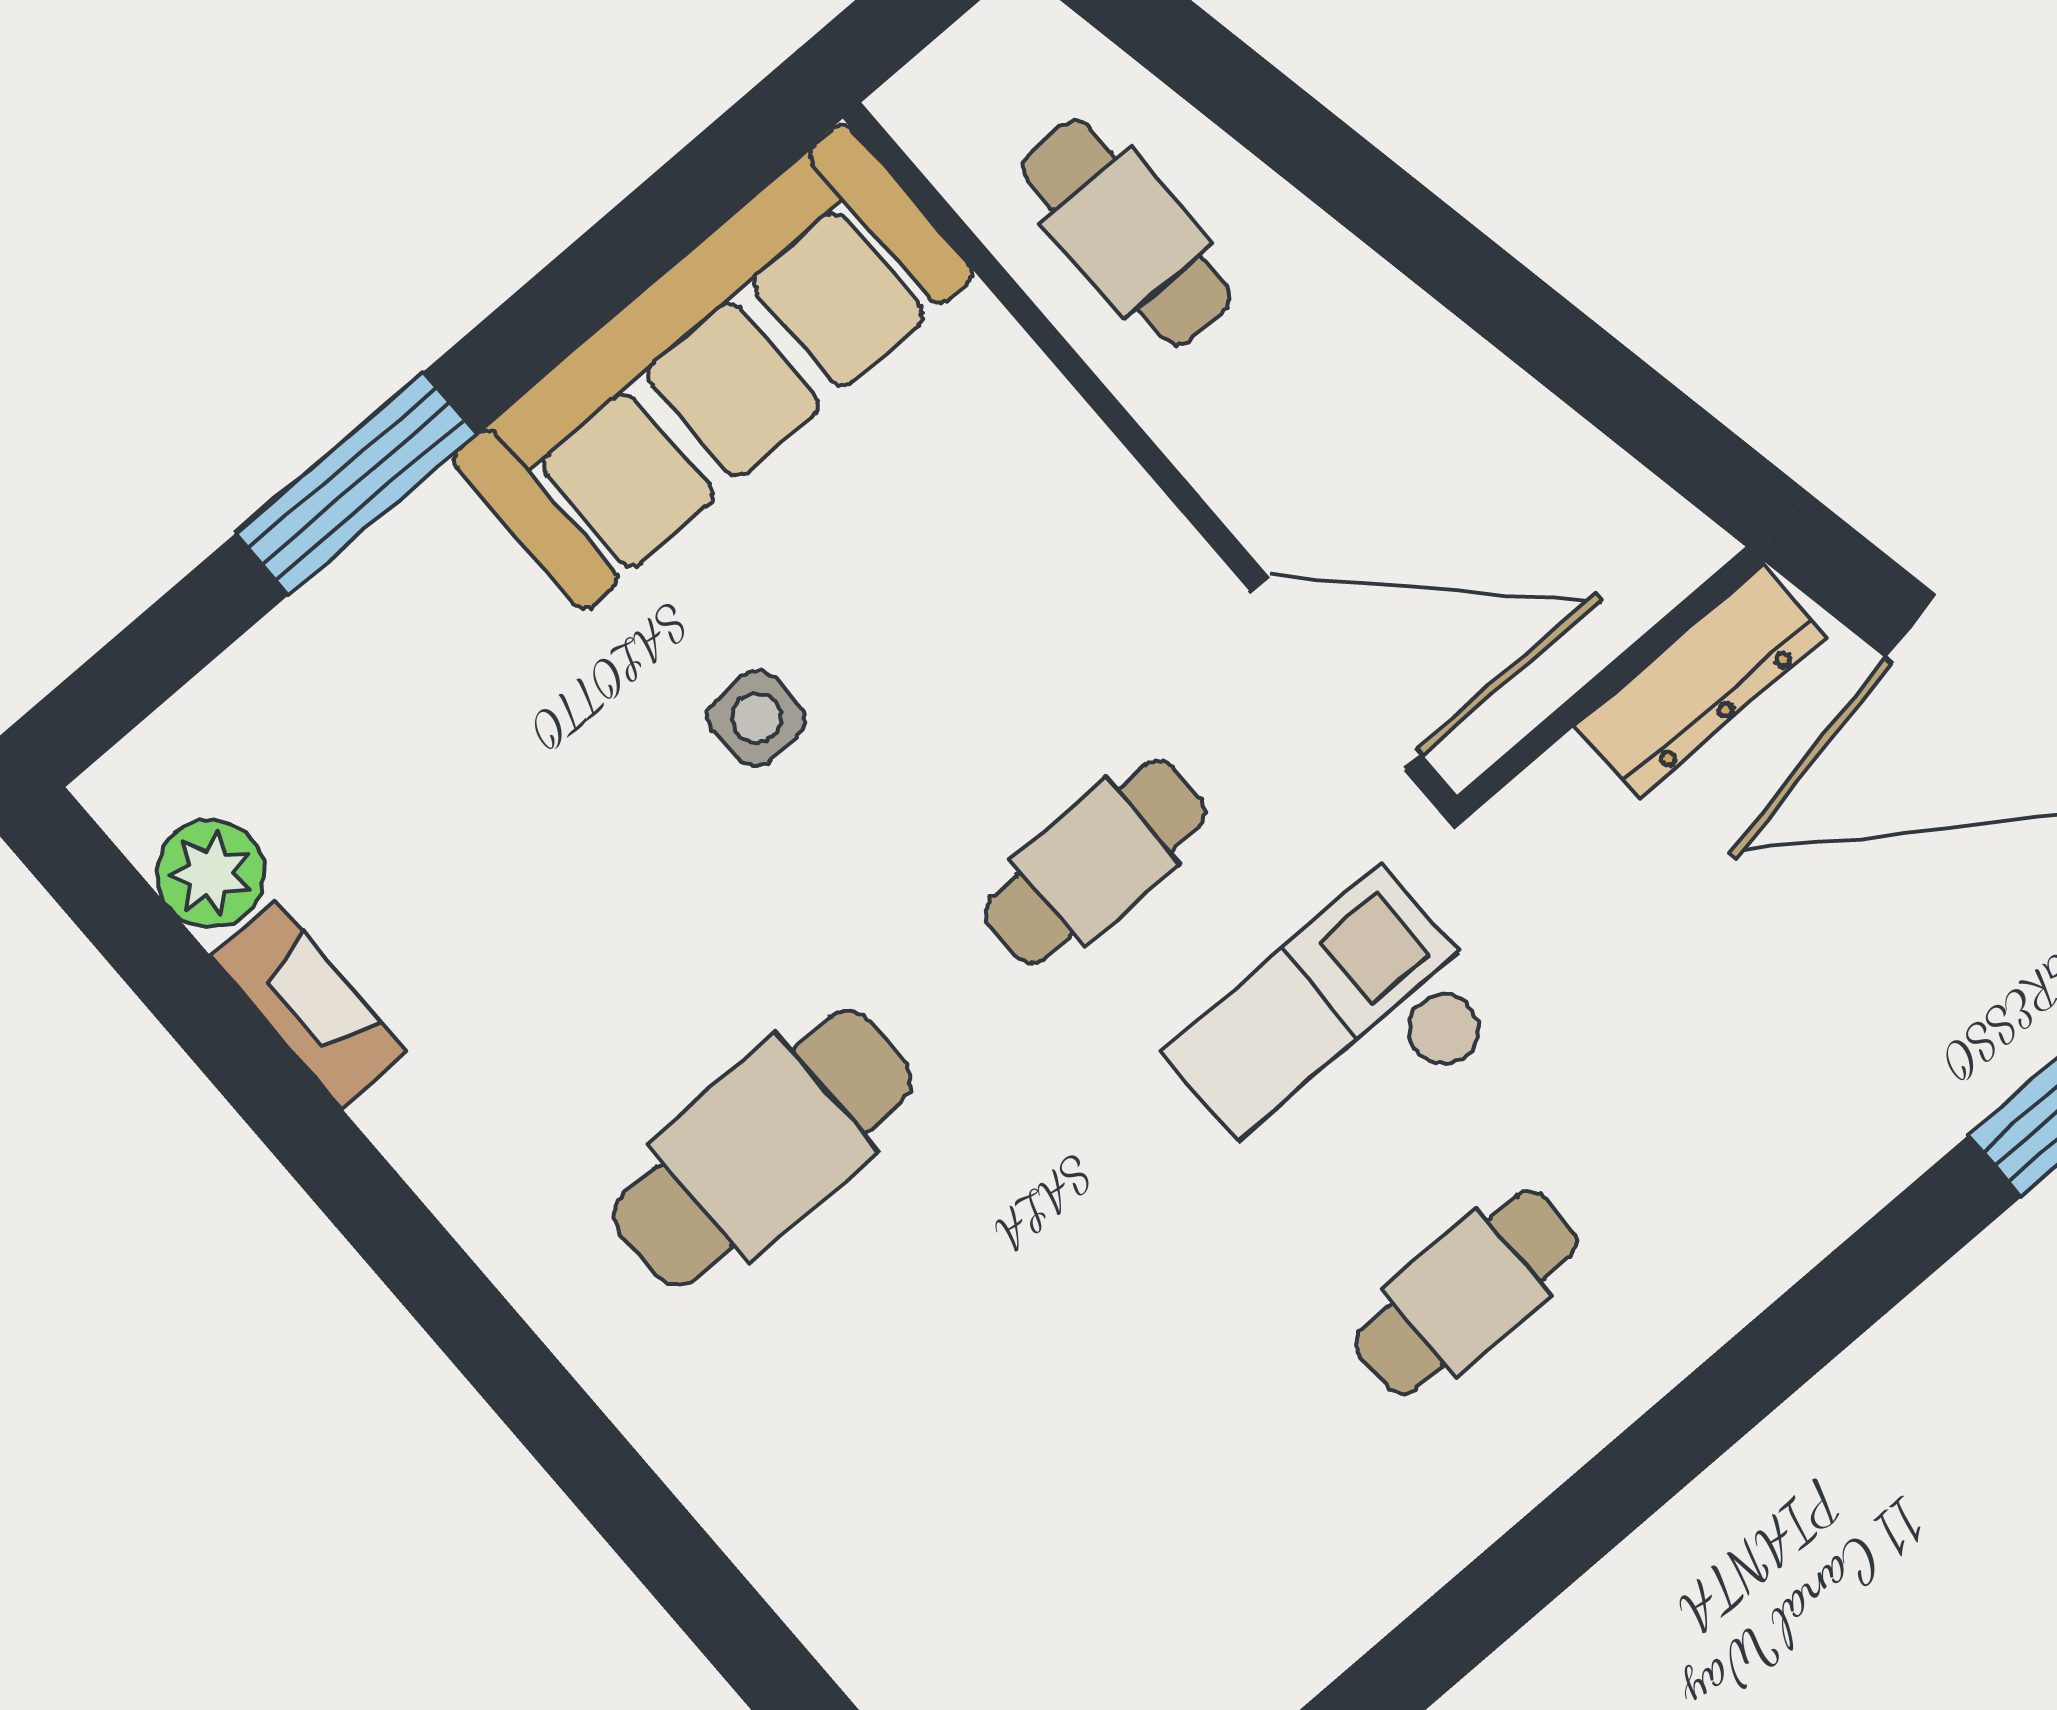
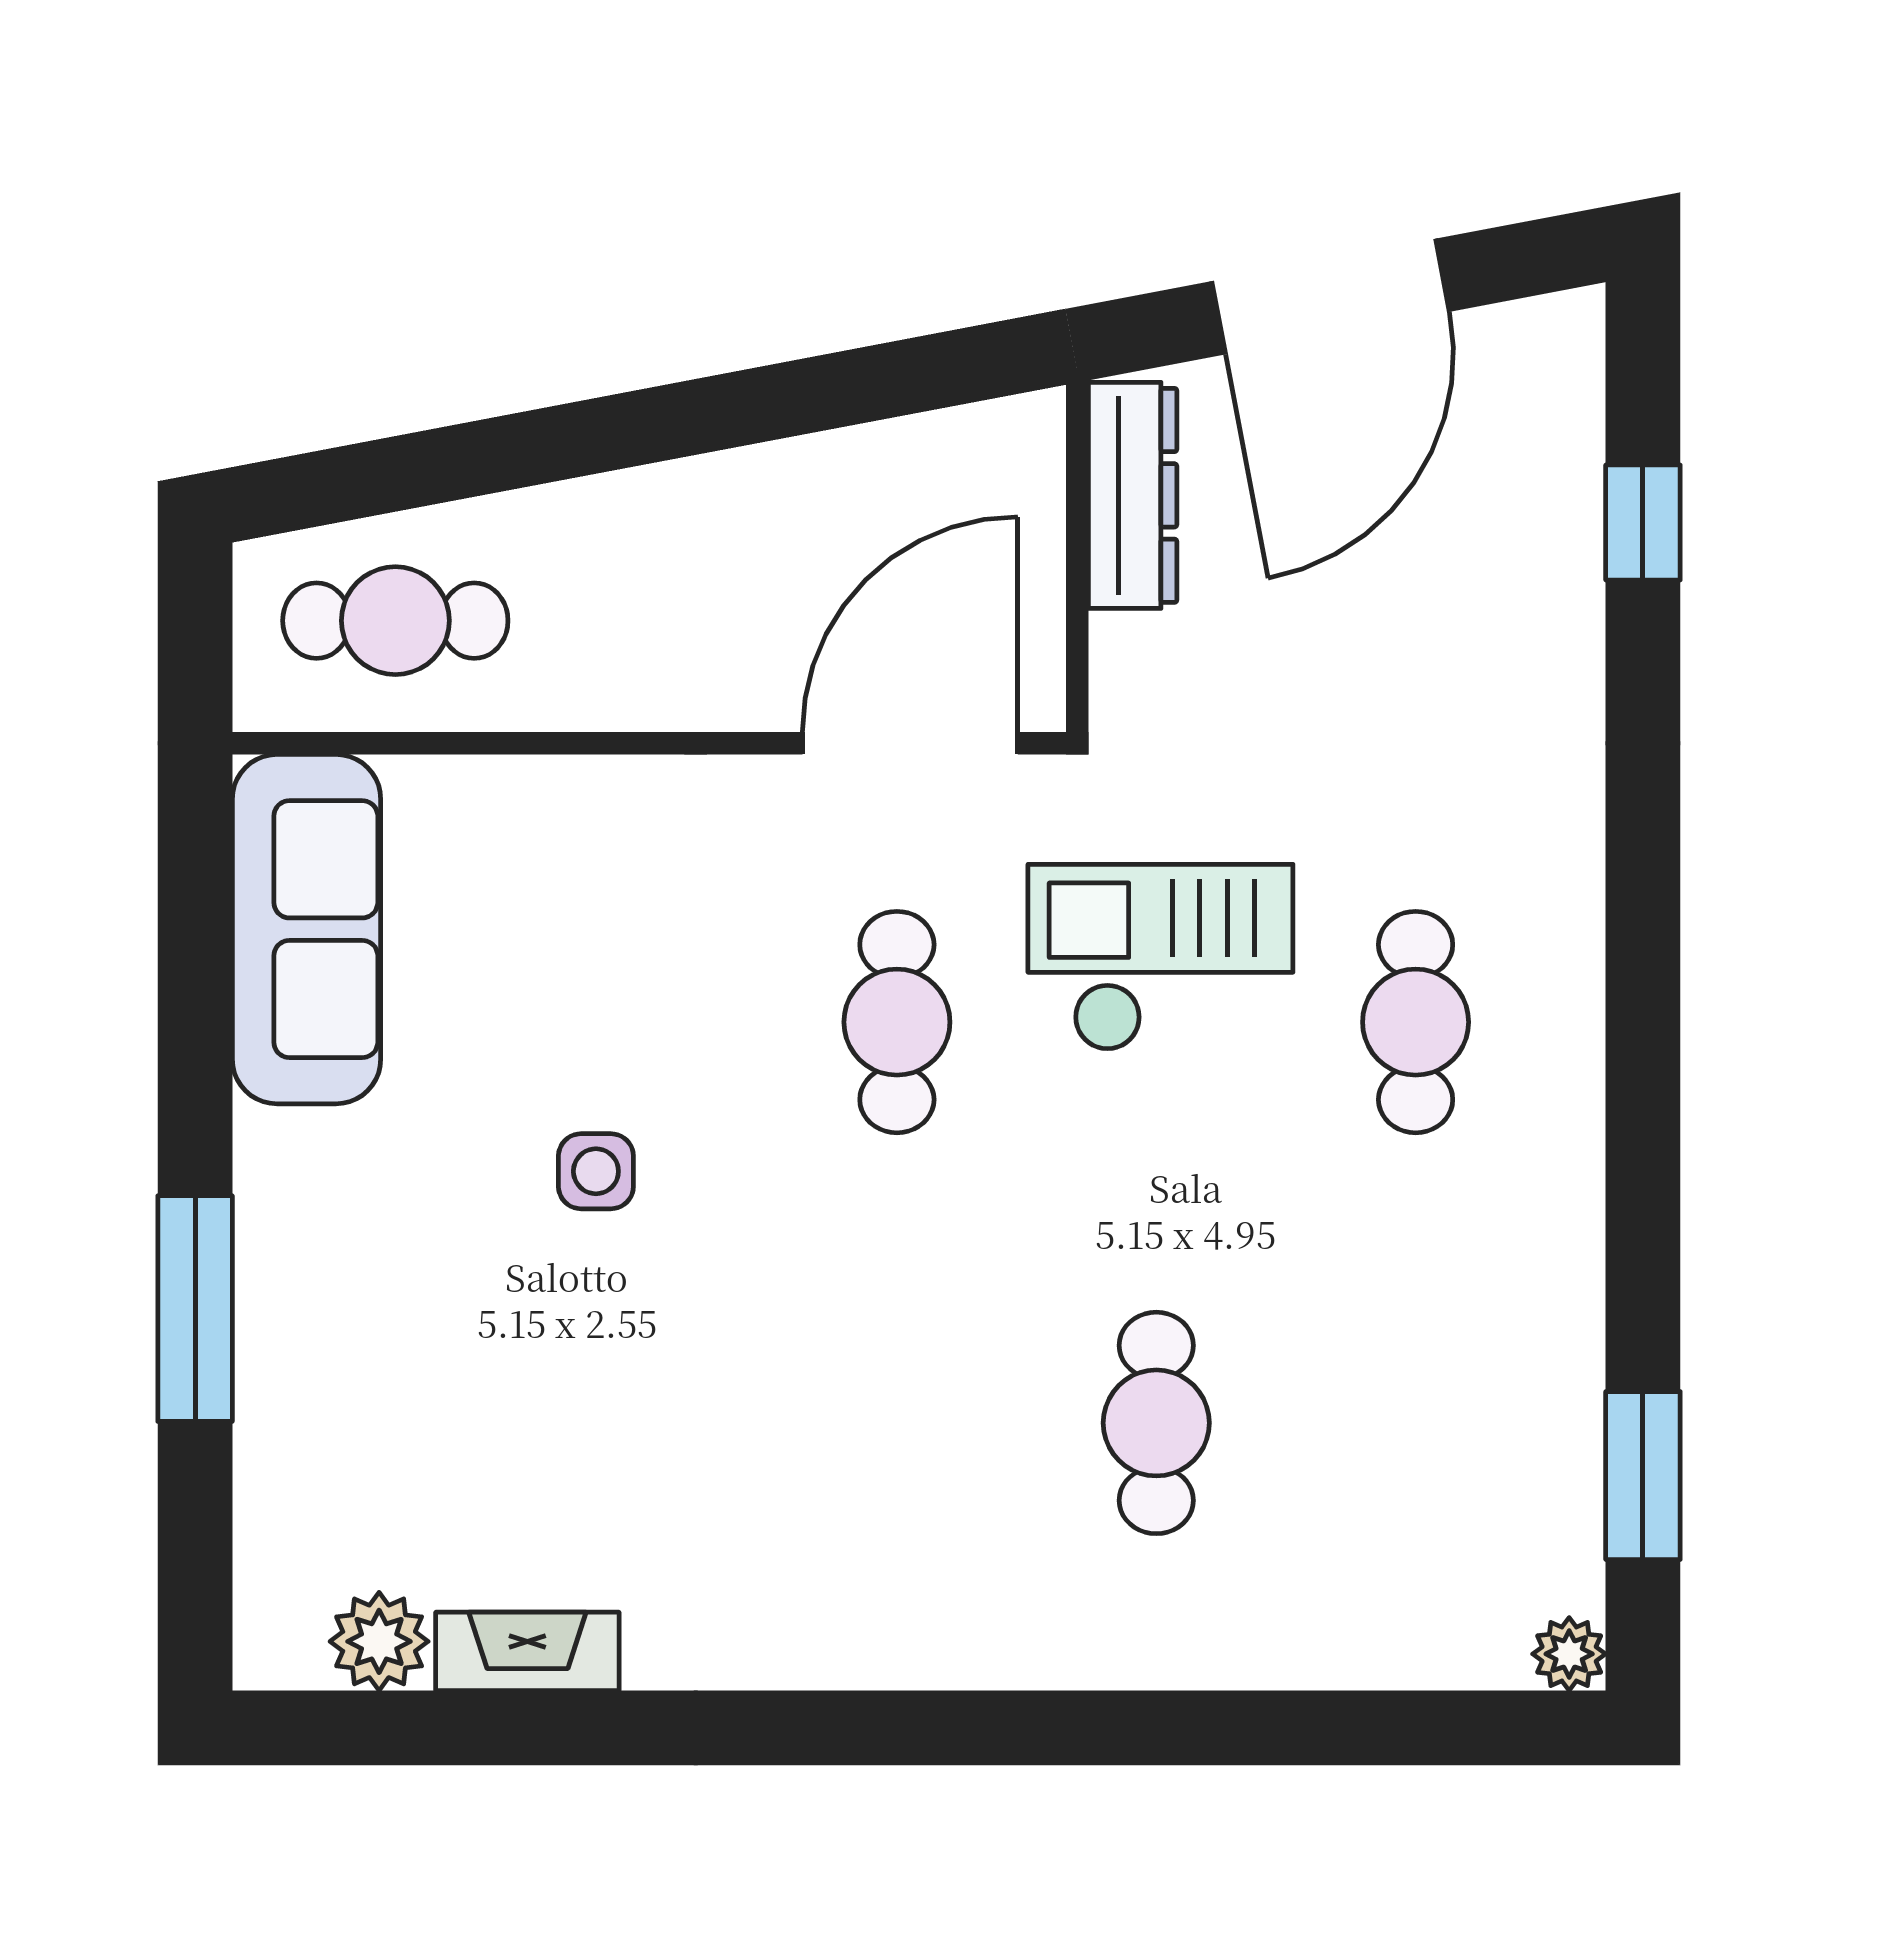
cafe table: (1126, 233) -> (395, 621), moved
sofa: (713, 366) -> (306, 929), width x0.74, depth x0.79
checkout: (1337, 1034) -> (1160, 957), turned 90
cafe table: (762, 1148) -> (1156, 1423), moved, width x0.73, depth x0.74

